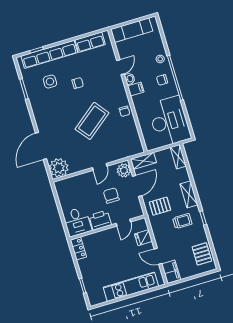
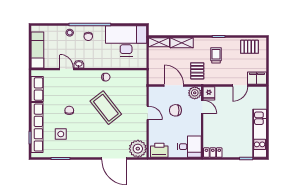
filing cabinet: (136, 89) -> (89, 62), removed
shelving: (143, 161) -> (154, 73), removed
plant: (124, 170) -> (195, 93), moved
shelving: (189, 194) -> (182, 43), moved
printer: (100, 220) -> (159, 150), moved, turned 90
fridge: (143, 238) -> (209, 93), moved
kitchen unit: (131, 287) -> (260, 133), moved

